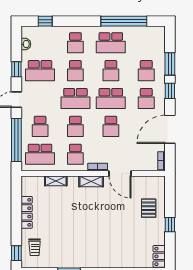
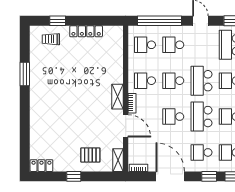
school desk: (40, 154) -> (145, 45), width x0.54
door: (120, 173) -> (126, 126), swing flipped
shelving: (56, 181) -> (118, 160), moved
window: (16, 253) -> (58, 21), moved

